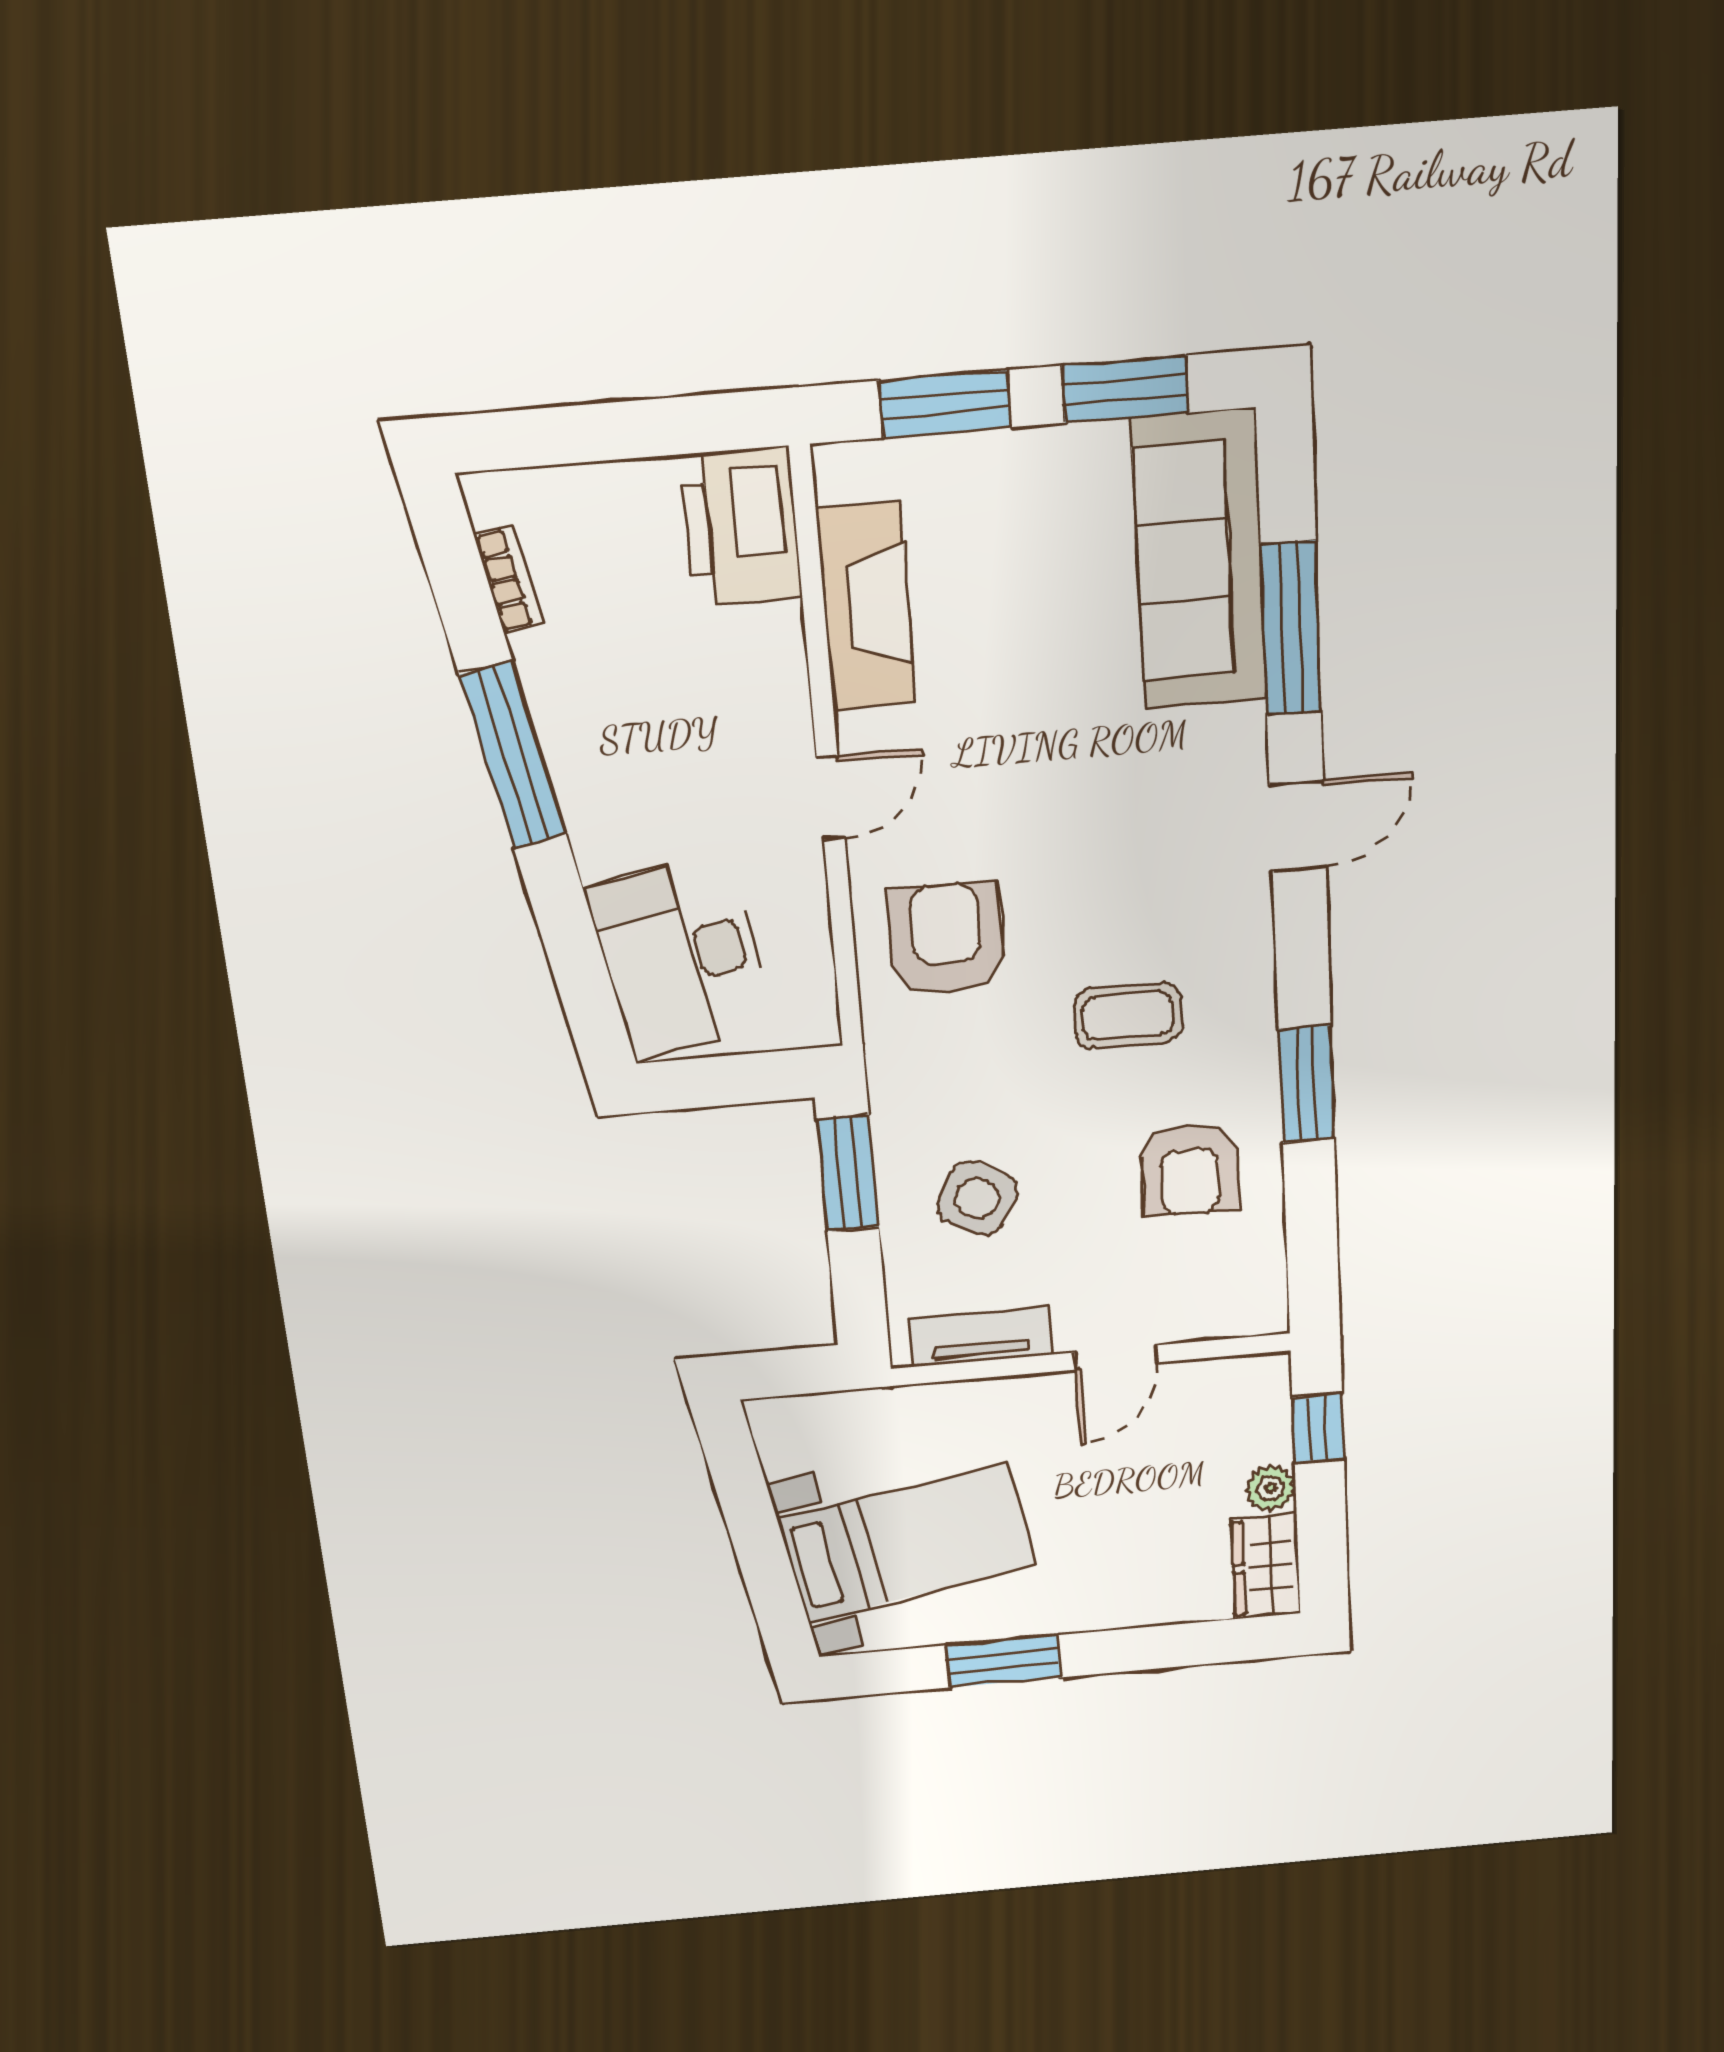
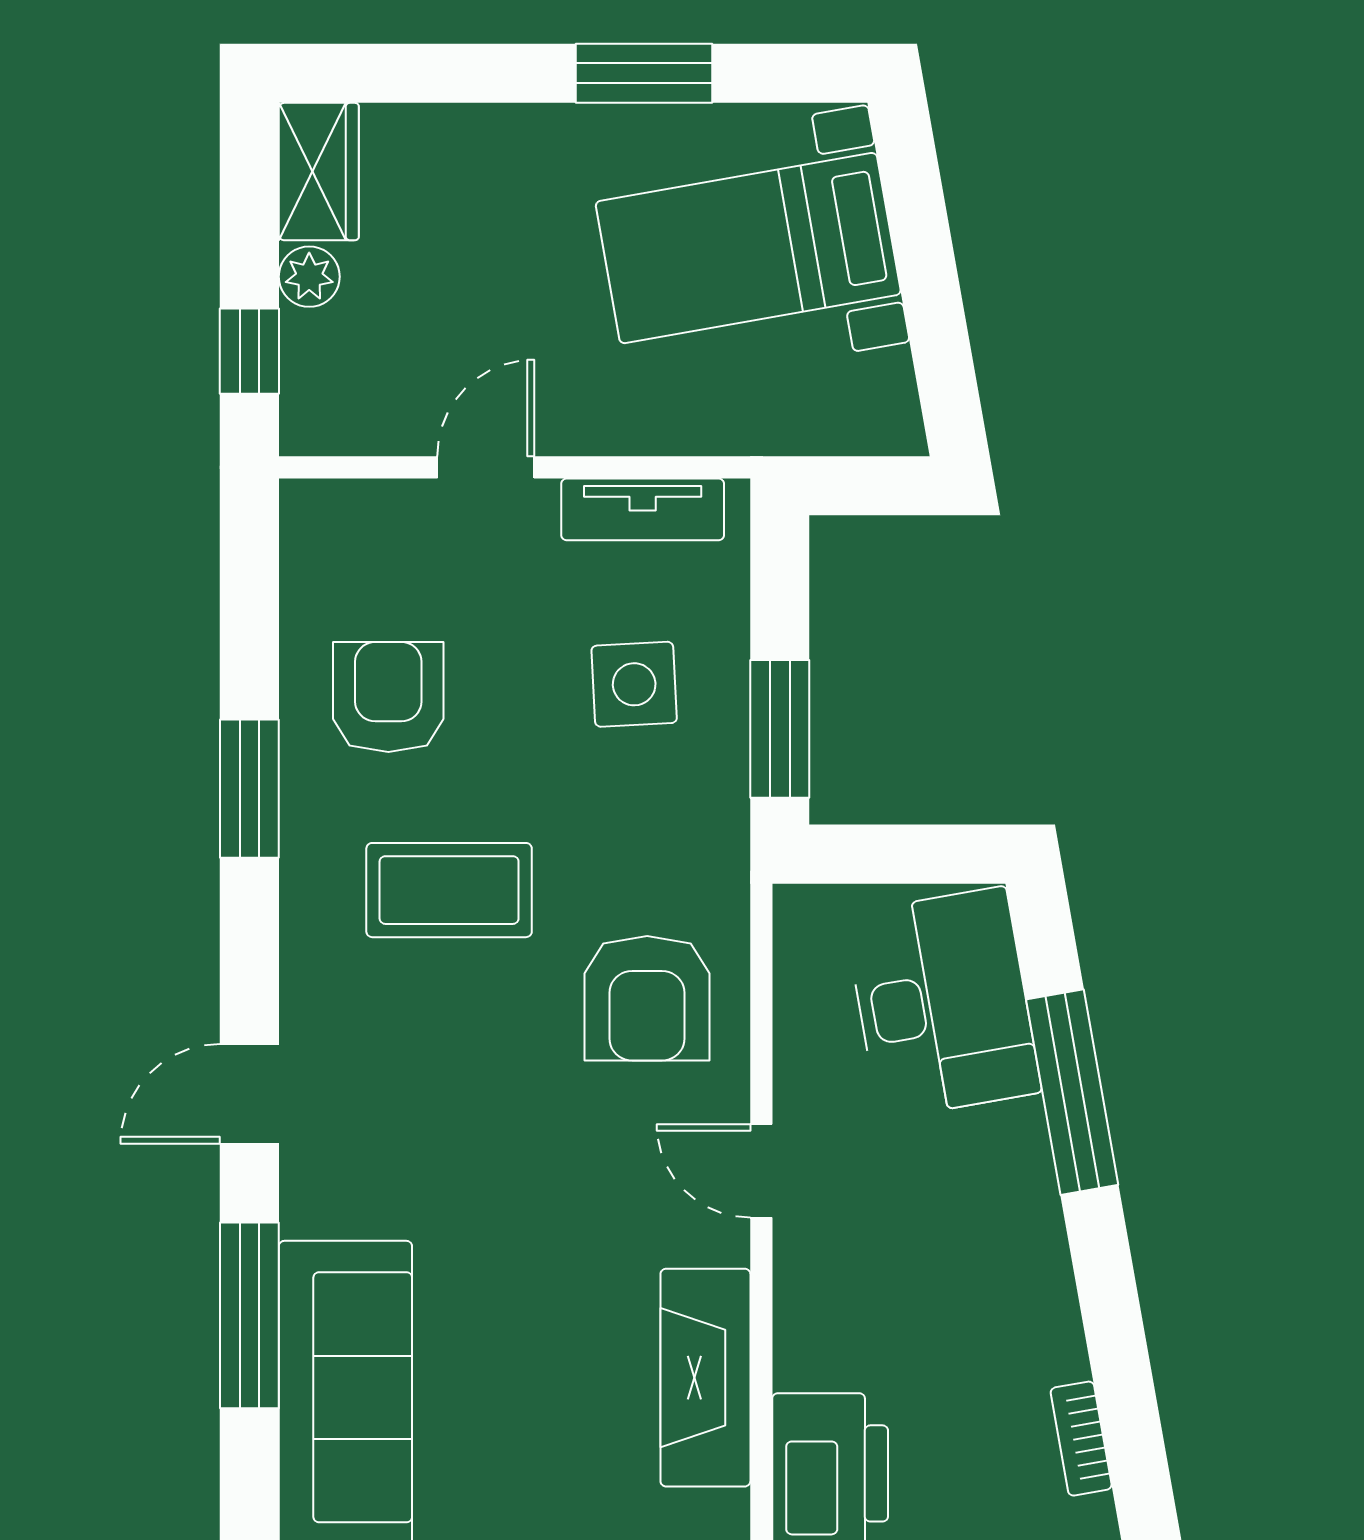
window: (513, 755) -> (1072, 1092), moved
door: (831, 798) -> (761, 1171), hinge flipped
coffee table: (1128, 1015) -> (449, 890), width x1.36, depth x1.30
side table: (977, 1198) -> (634, 684), turned -32

